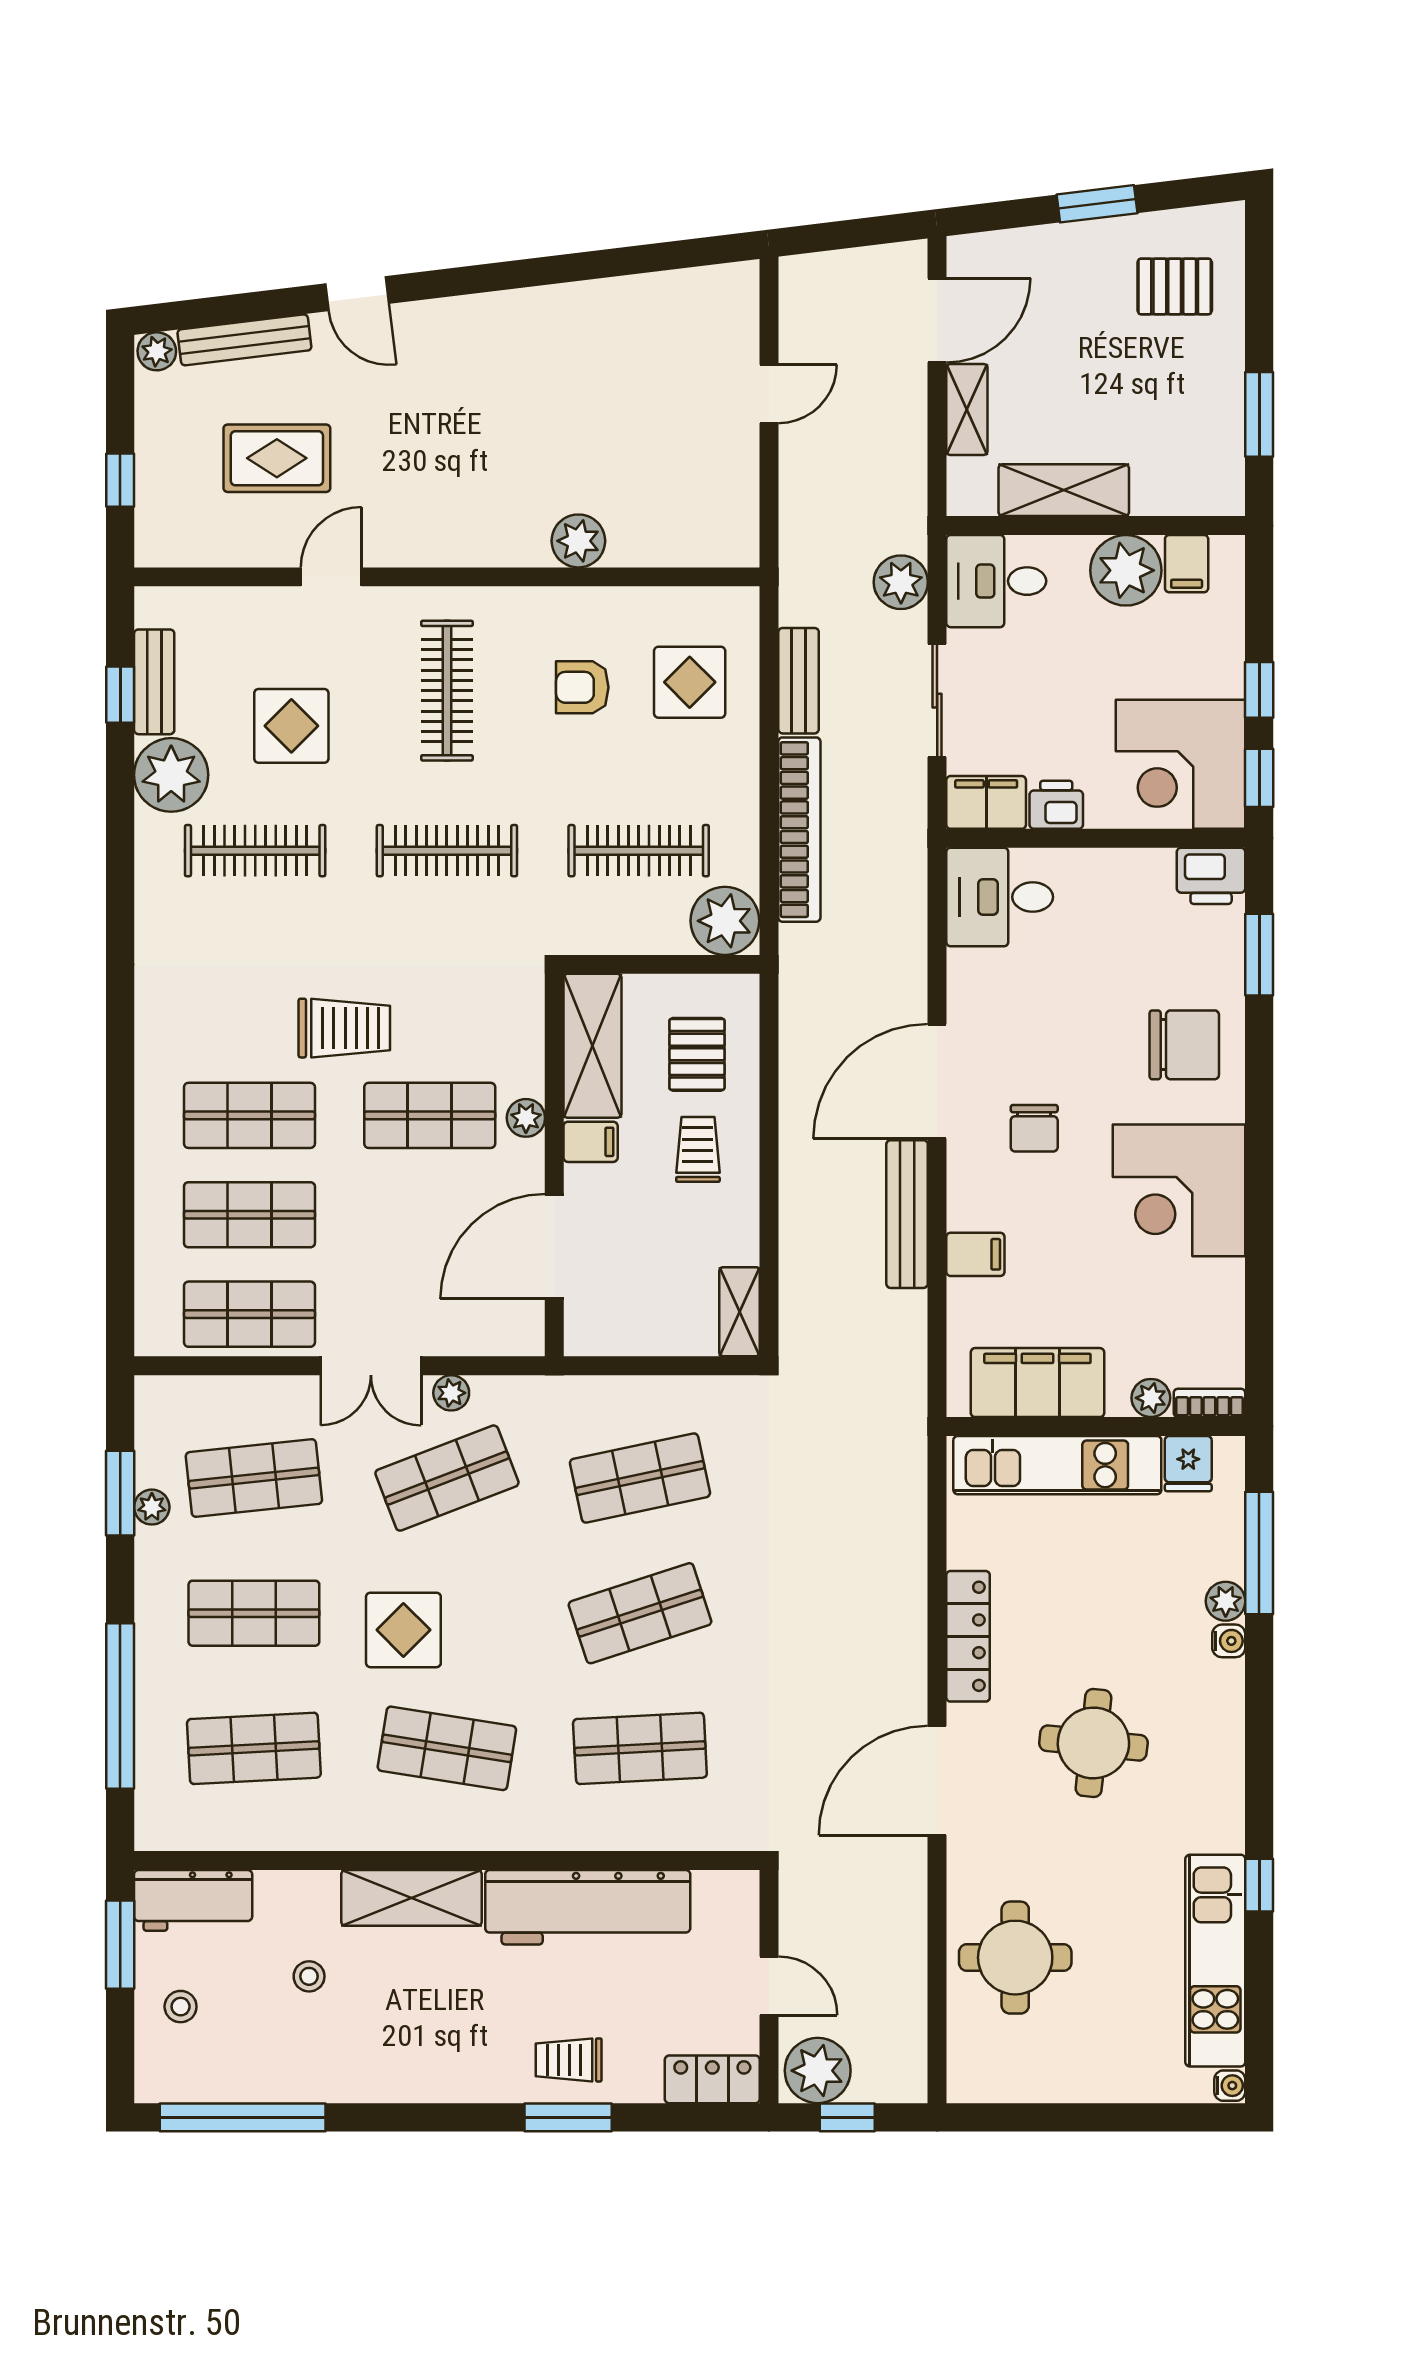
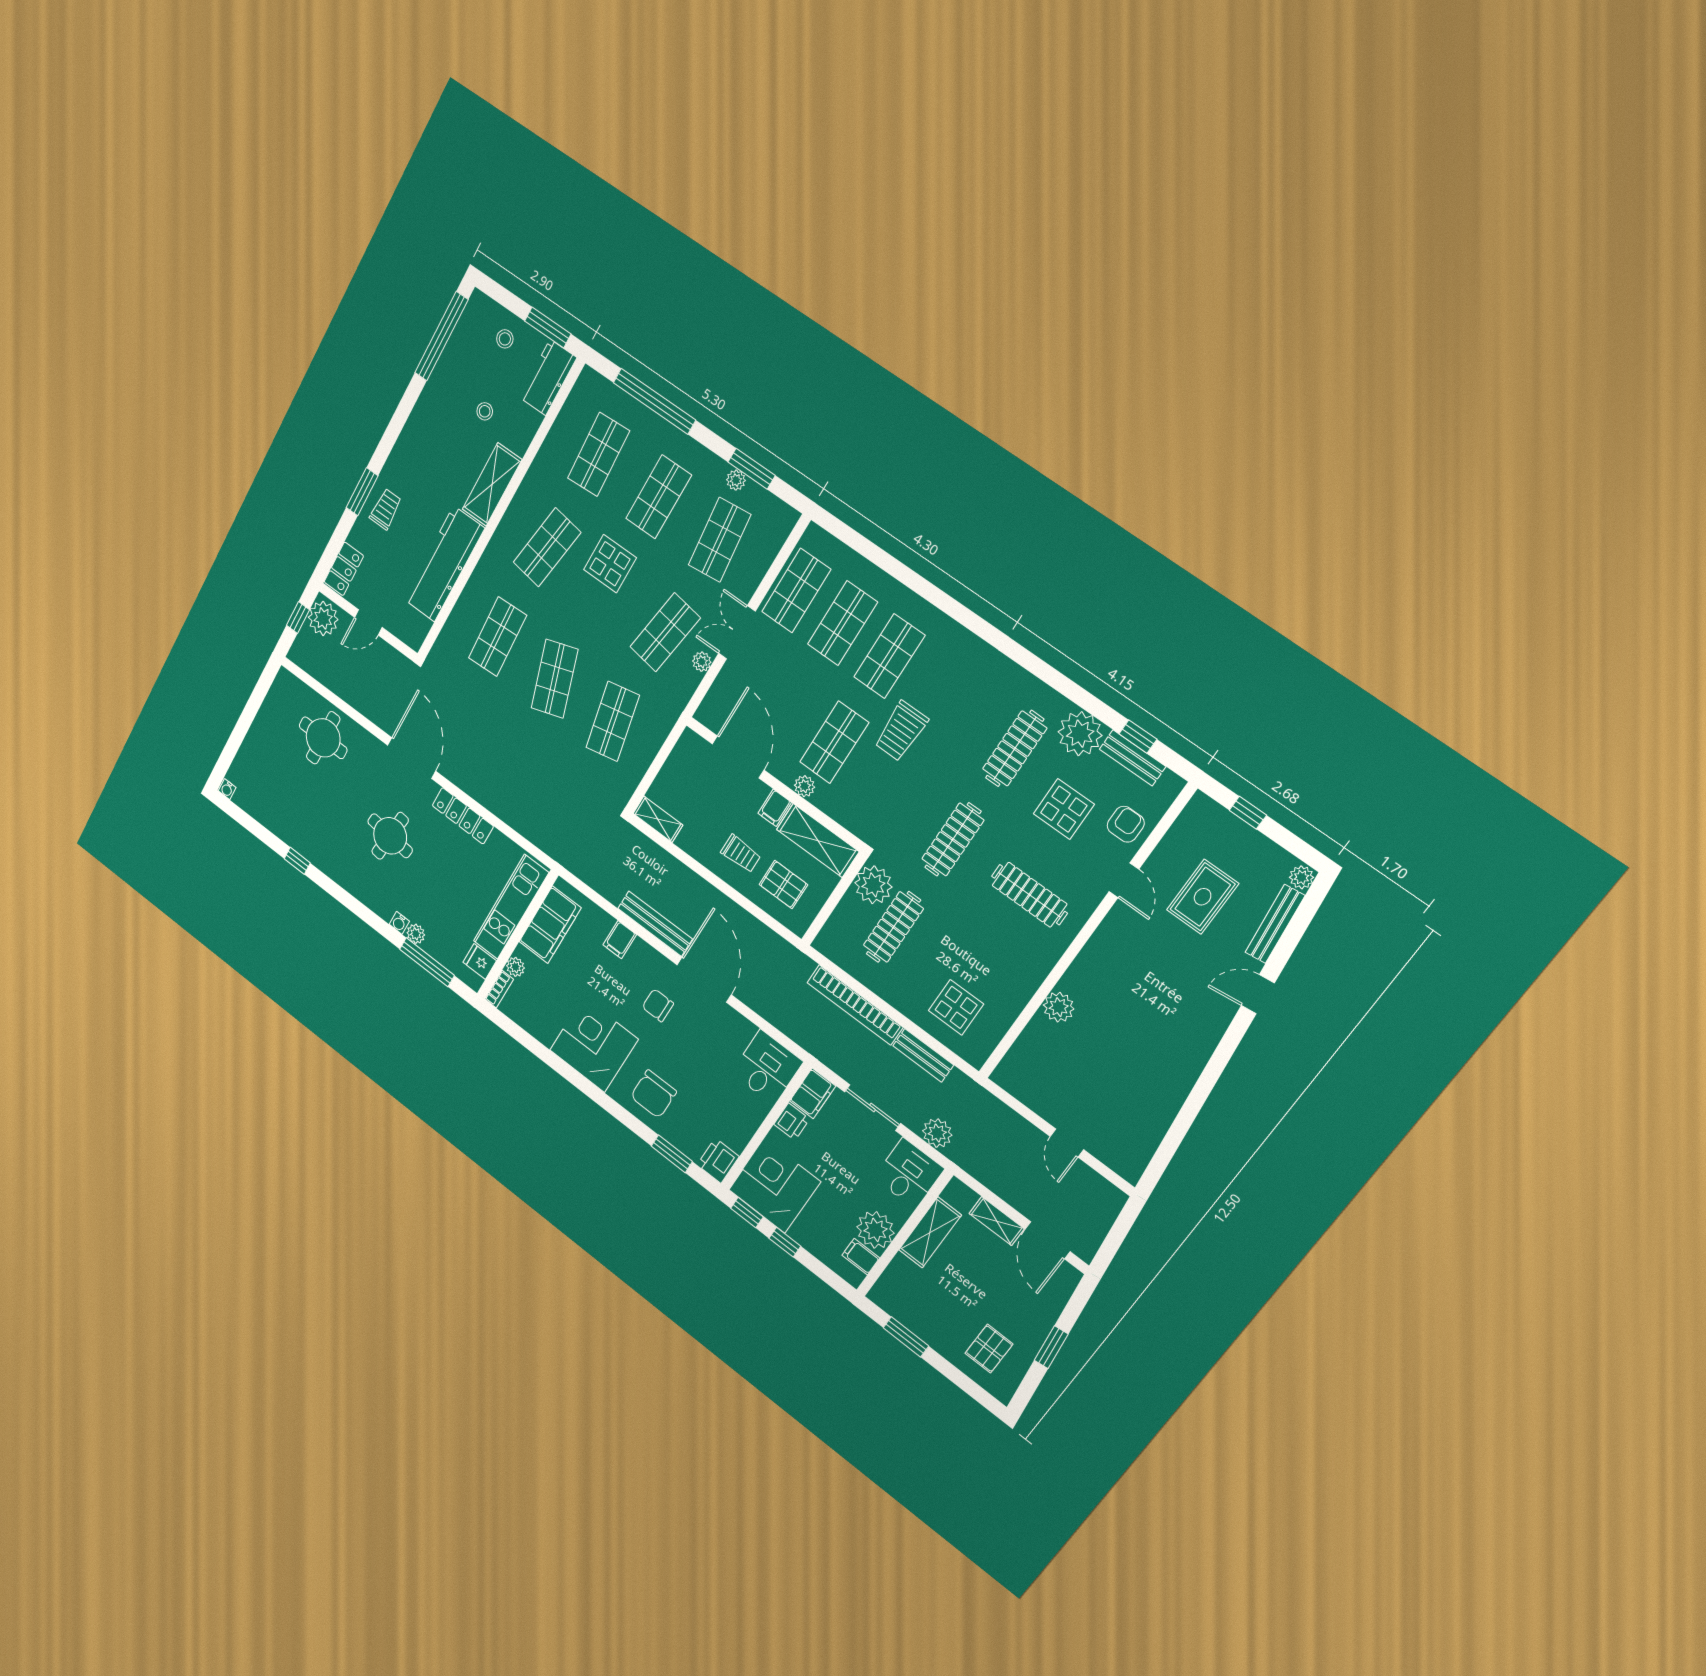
armchair: (582, 687) -> (1126, 824), moved
plant: (725, 921) -> (873, 885), moved
shop shelf: (447, 1478) -> (665, 632), turned 30
kitchen unit: (1215, 1961) -> (278, 820), removed

